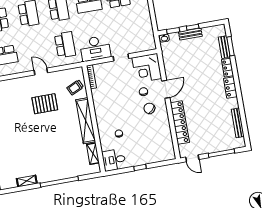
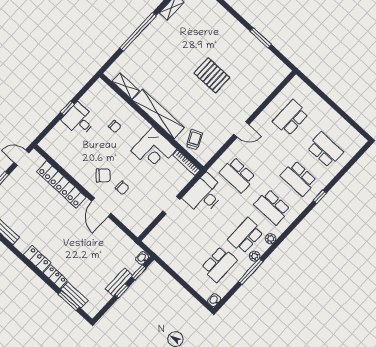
corner desk: (147, 68) -> (154, 150), moved, turned 180
pallet: (45, 104) -> (212, 75), moved, turned 90
desk: (114, 160) -> (79, 120), moved, turned -90

